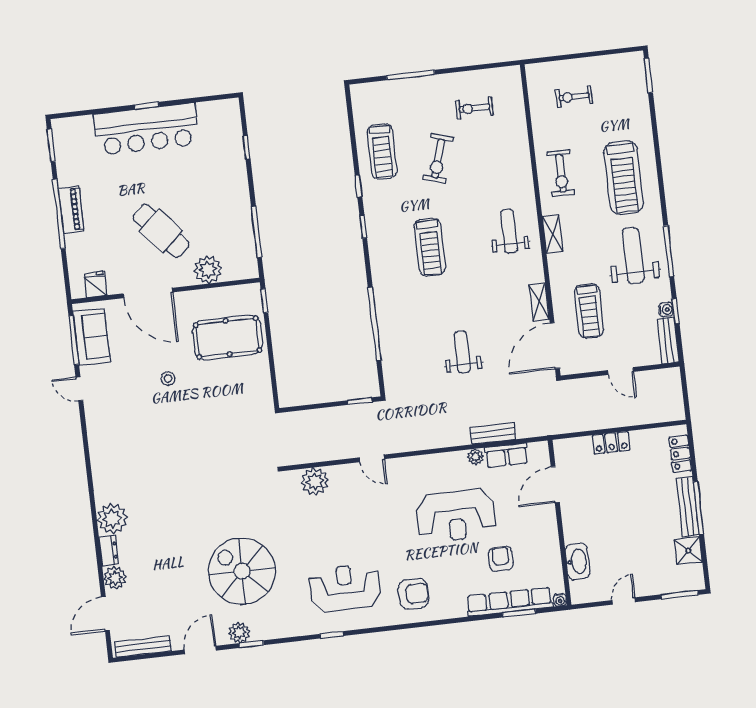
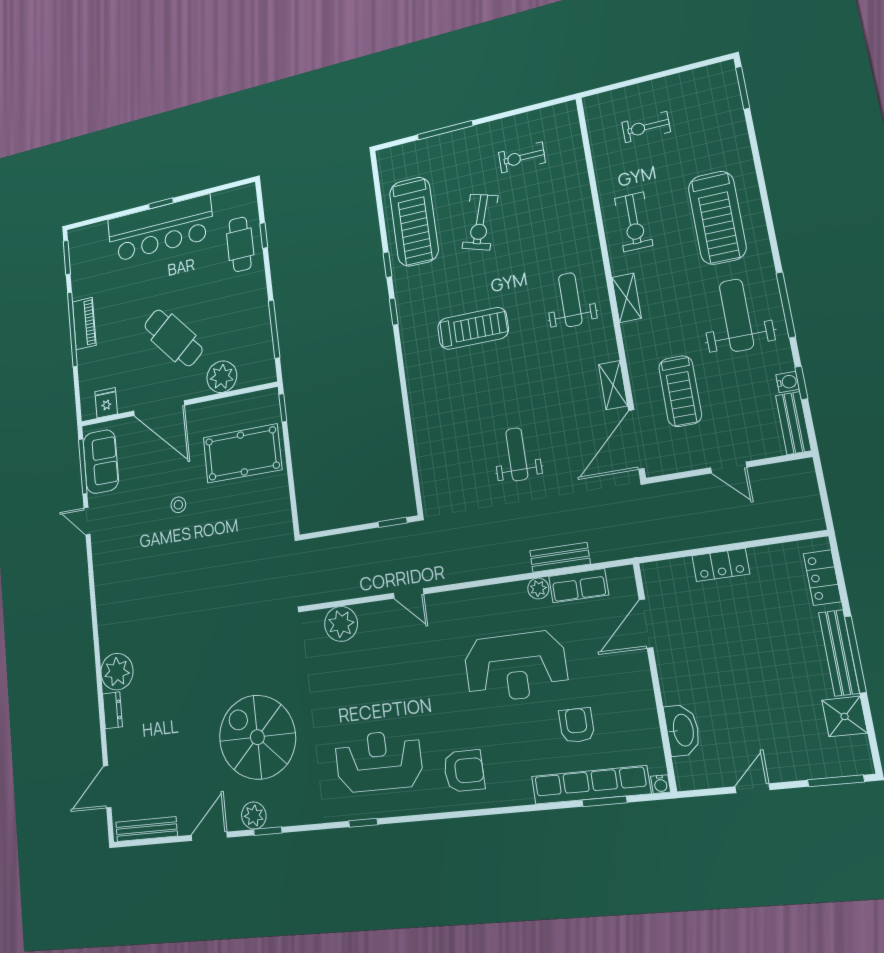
treadmill: (382, 151) -> (414, 222), width x1.37, depth x1.38
cafe table: (224, 153) -> (240, 244), added
treadmill: (430, 247) -> (473, 328), turned -90
window: (375, 324) -> (409, 427), removed
plant: (115, 578) -> (118, 743), removed

